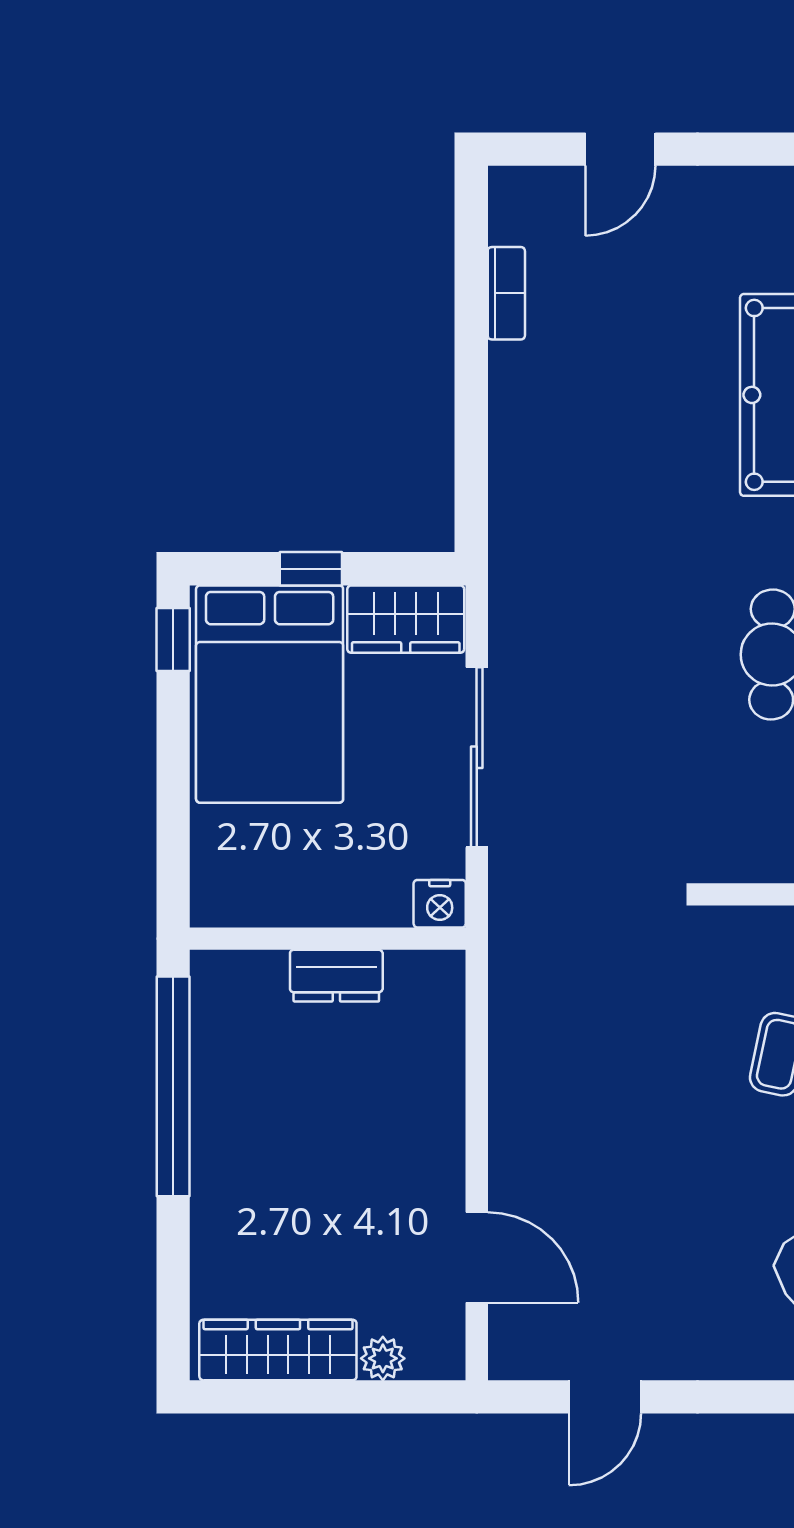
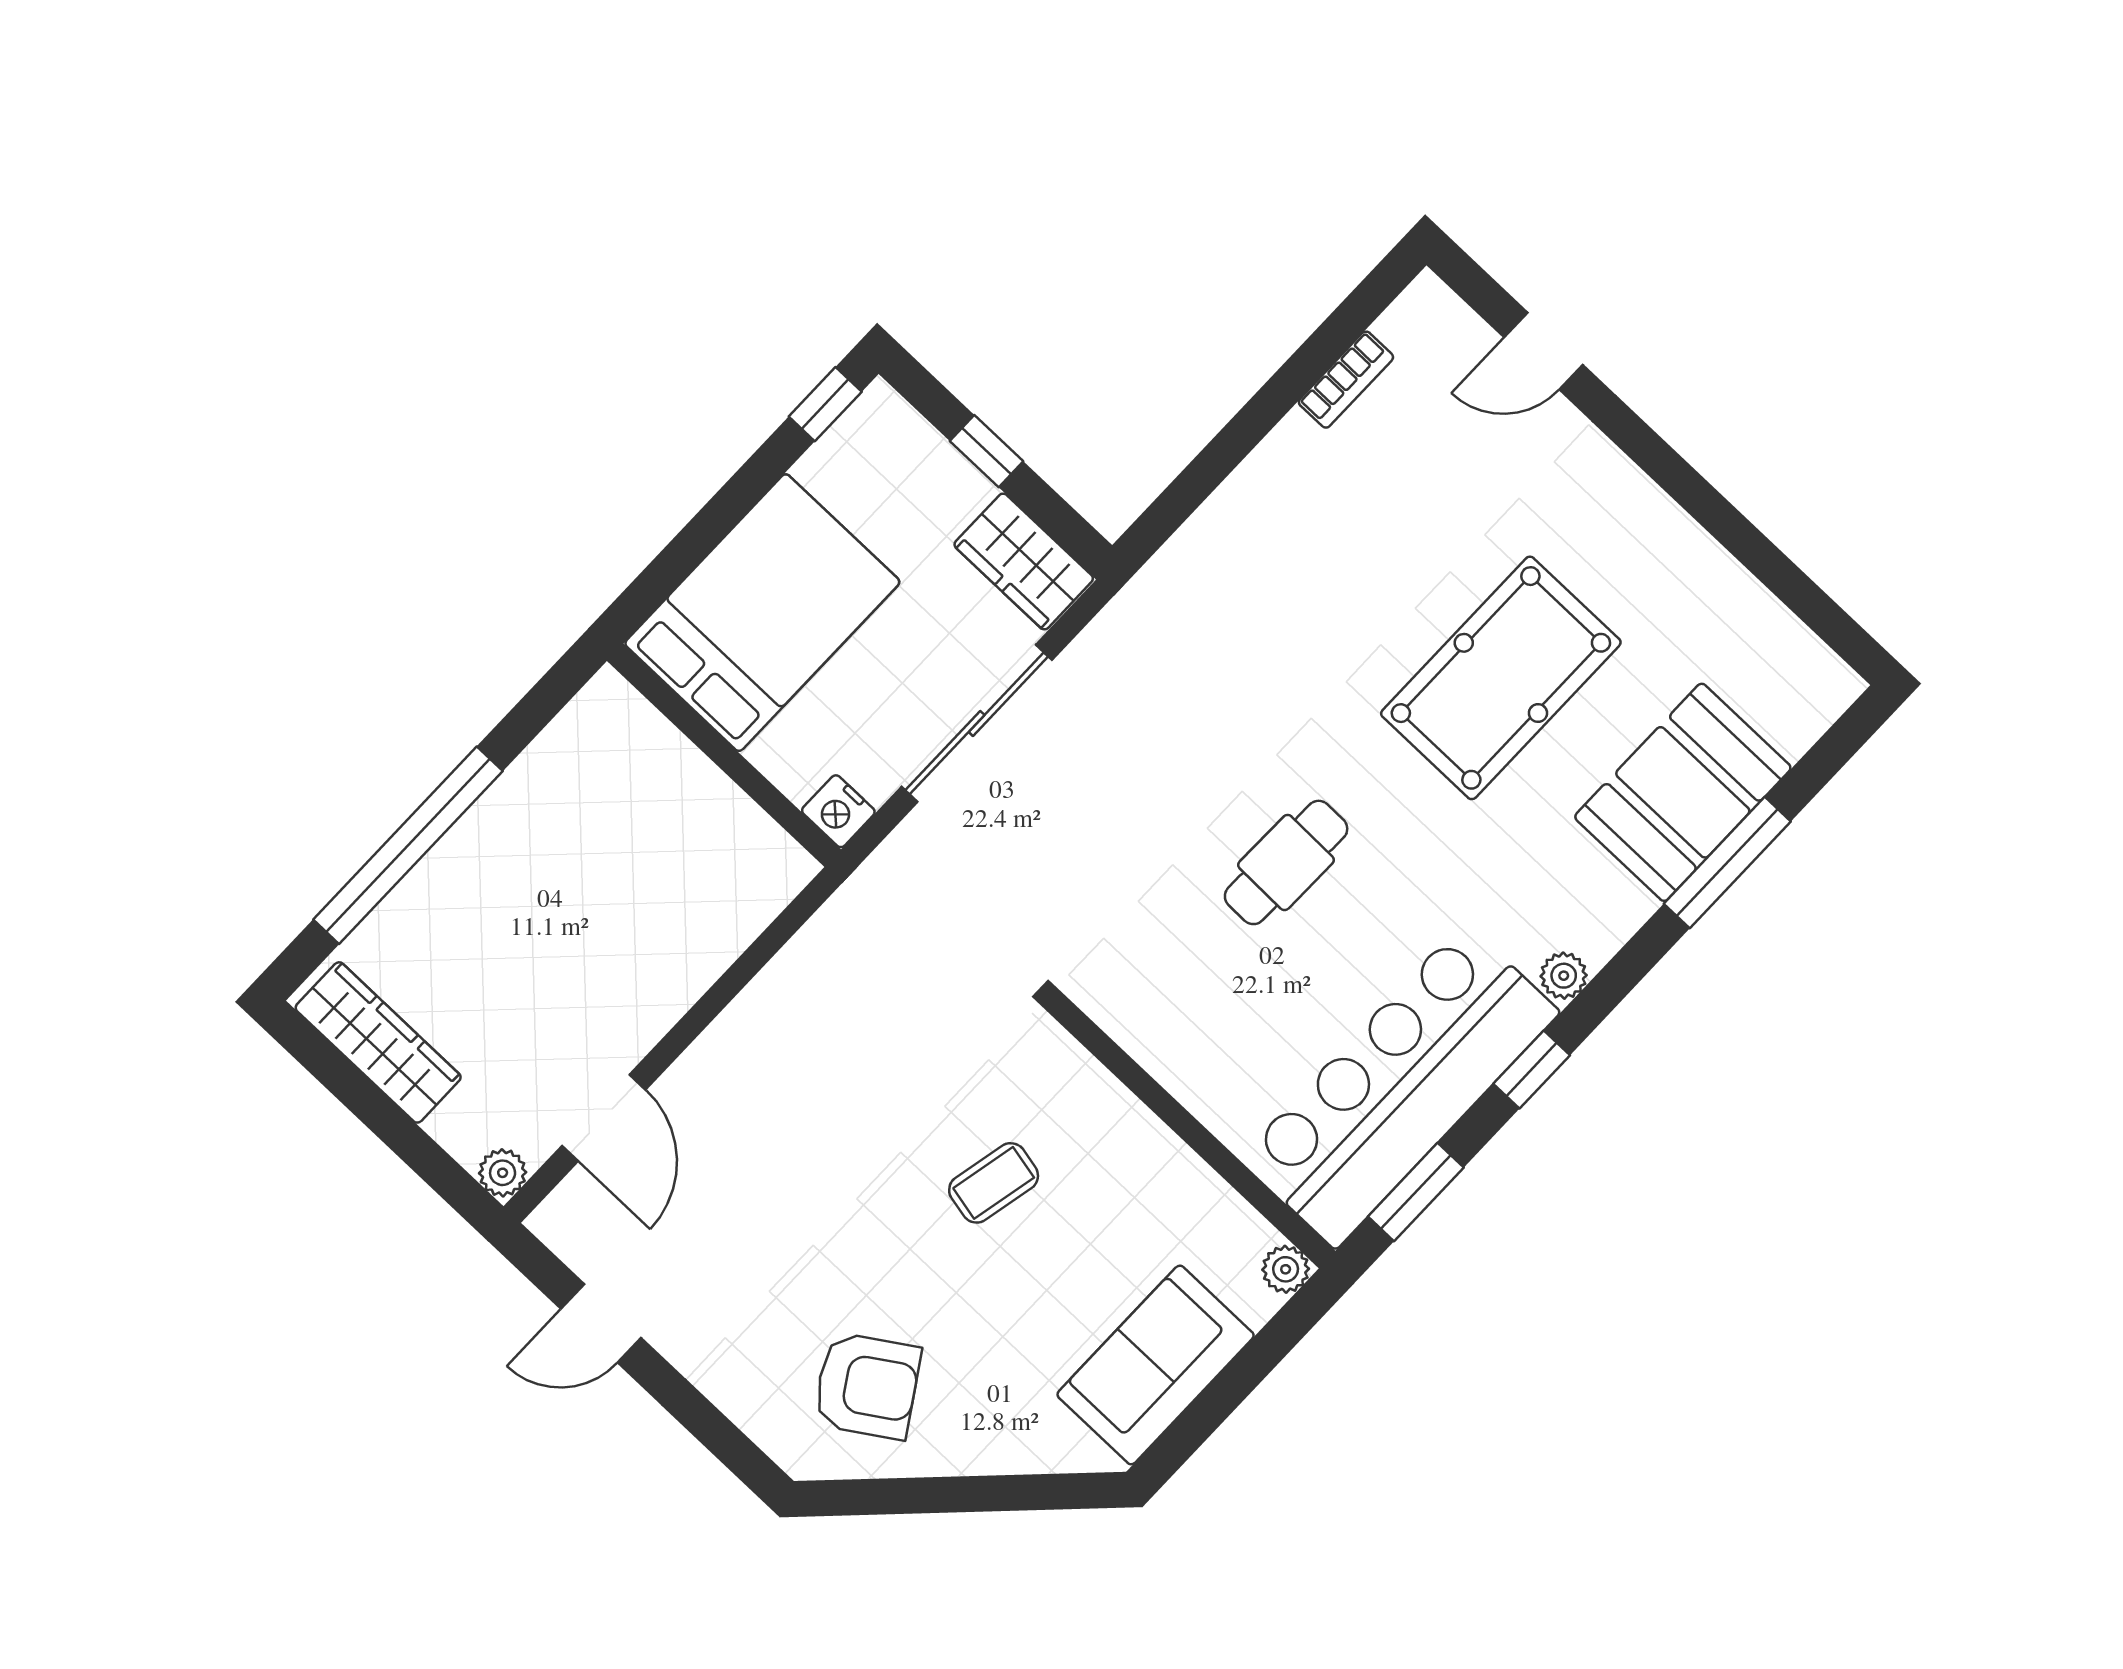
bed: (270, 694) -> (762, 613), moved, turned 180
dresser: (336, 976) -> (703, 791), removed
window: (173, 1086) -> (408, 845), moved
plant: (383, 1358) -> (503, 1173), moved

